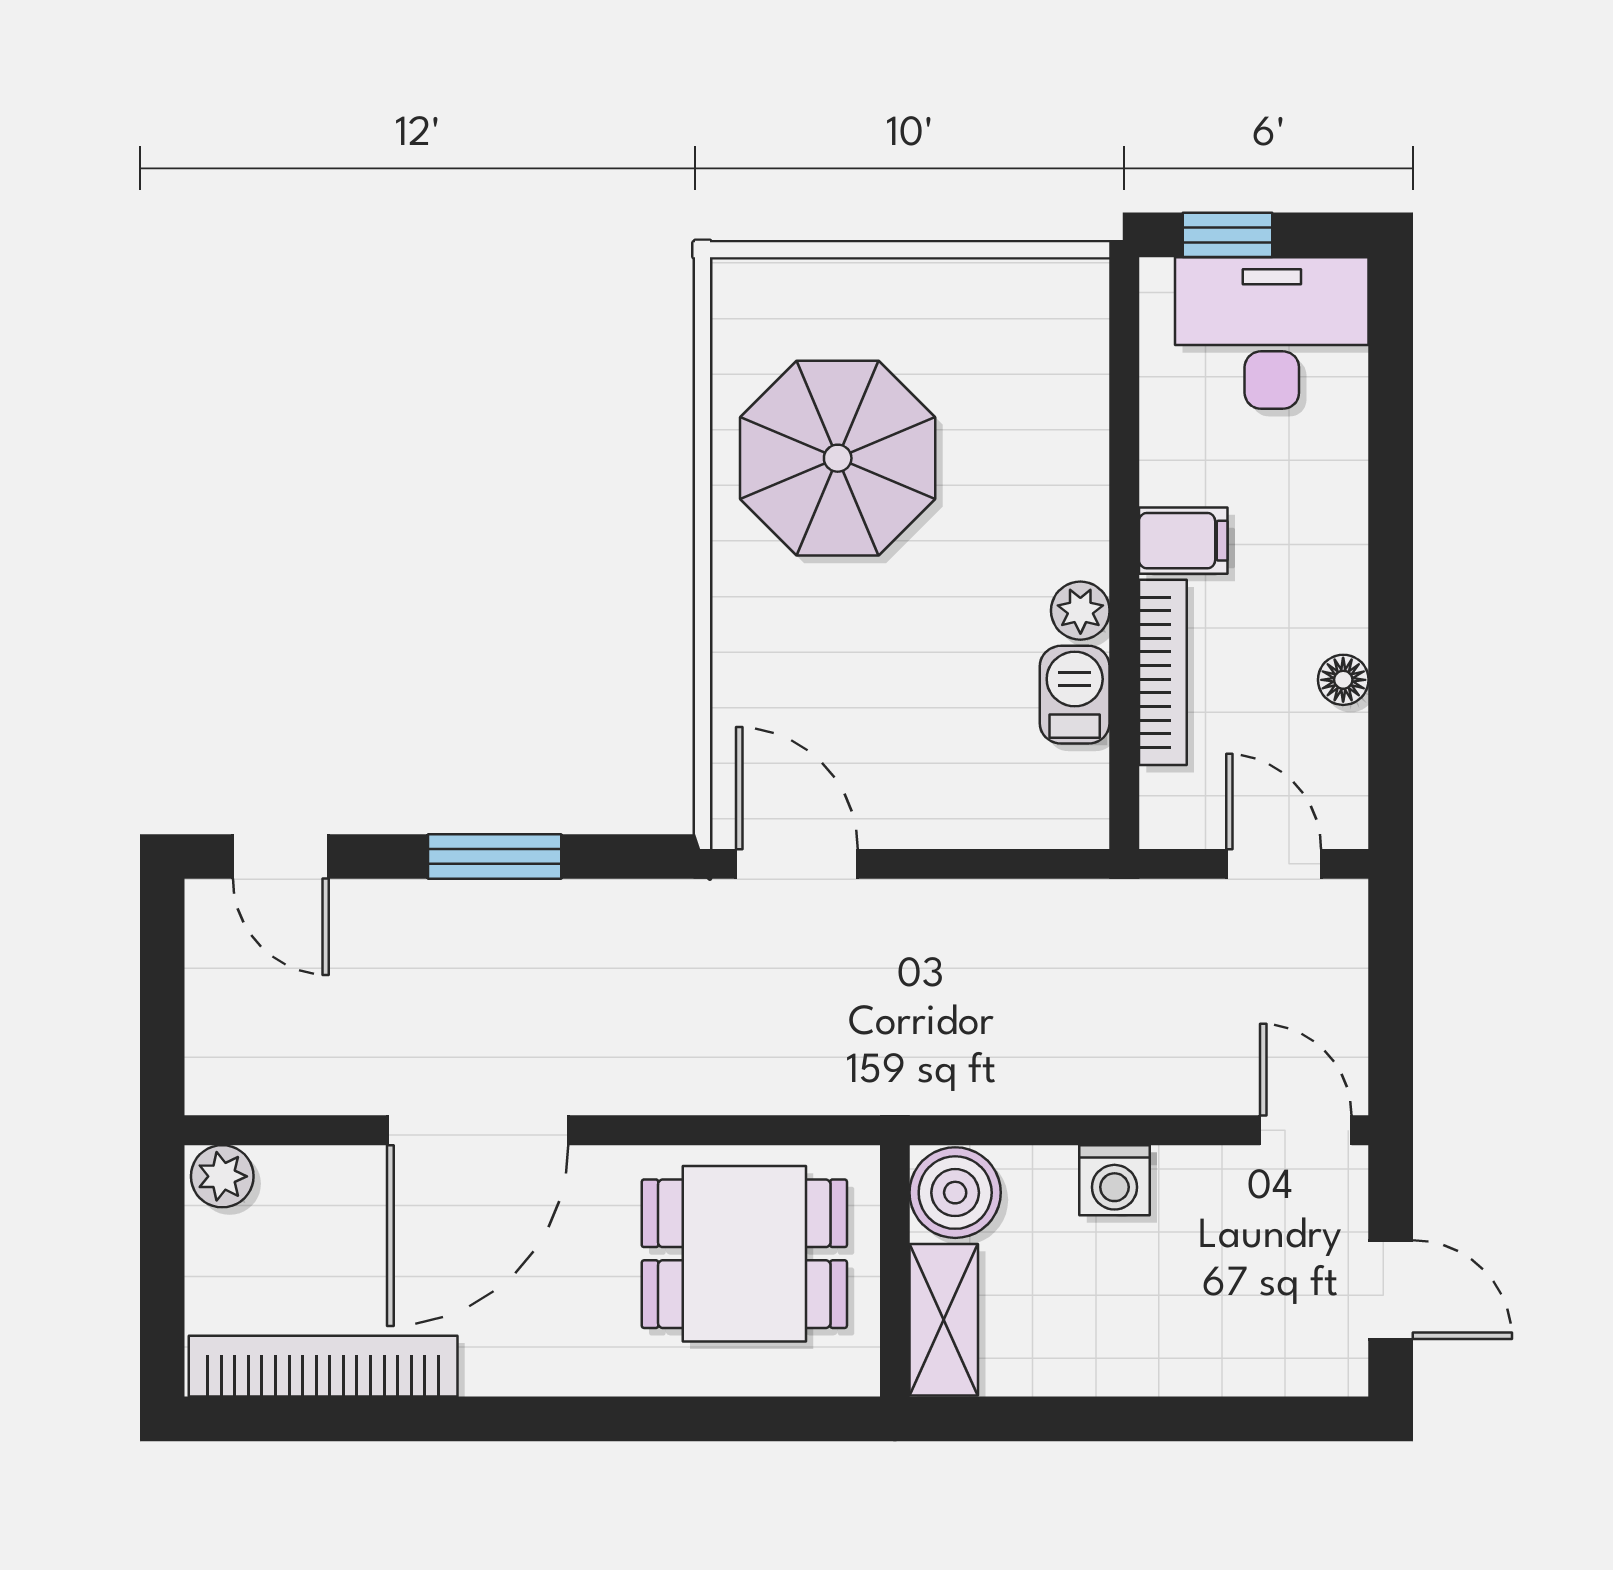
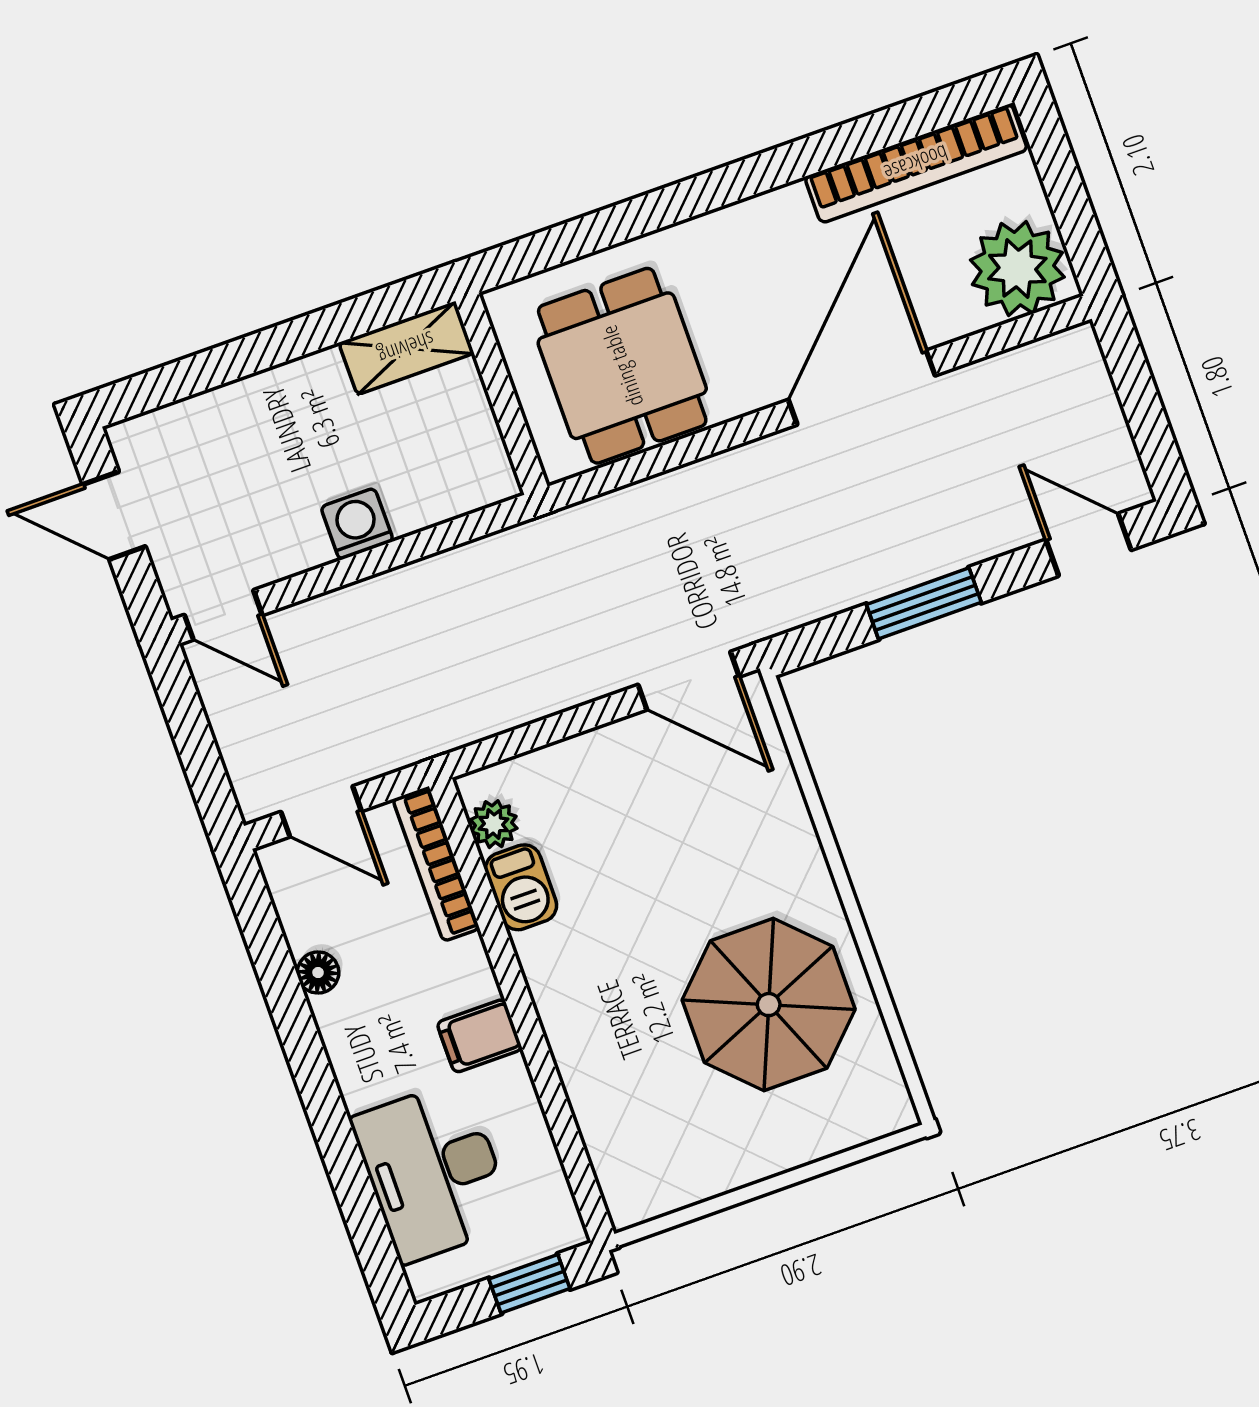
desk: (1272, 333) -> (433, 1172), moved, turned 90
plant: (1080, 611) -> (494, 824), moved
bookcase: (1163, 672) -> (436, 864), moved
plant: (222, 1176) -> (1017, 269), width x1.87, depth x1.87
boiler: (955, 1193) -> (476, 471), removed
dining table: (744, 1254) -> (622, 366), turned 90
shelving: (944, 1320) -> (406, 348), moved, turned 90

